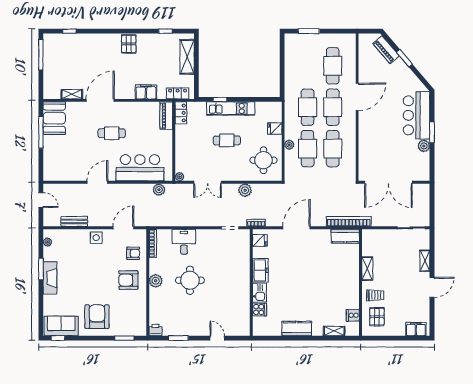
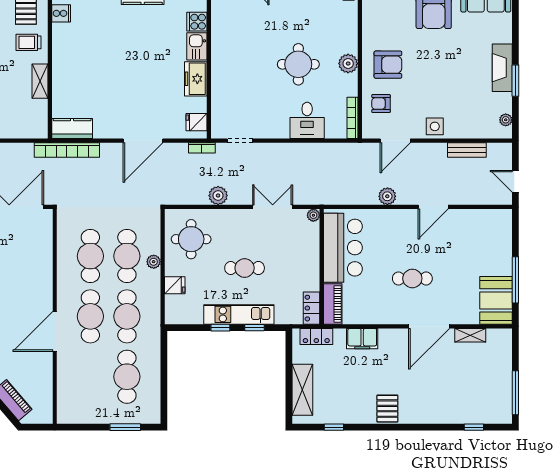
cafe table: (333, 66) -> (127, 377), moved
window: (243, 99) -> (220, 328), added
bar counter: (140, 168) -> (343, 248), moved, turned -90
plant: (159, 190) -> (387, 196), moved

